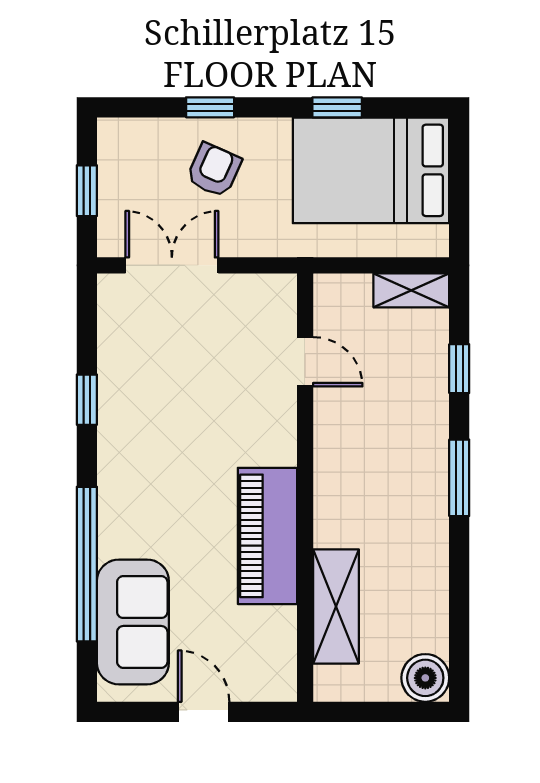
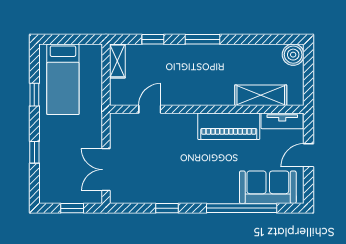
armchair: (214, 170) -> (63, 151), removed
bed: (371, 170) -> (63, 79), width x0.67
tv unit: (279, 654) -> (282, 121), added

